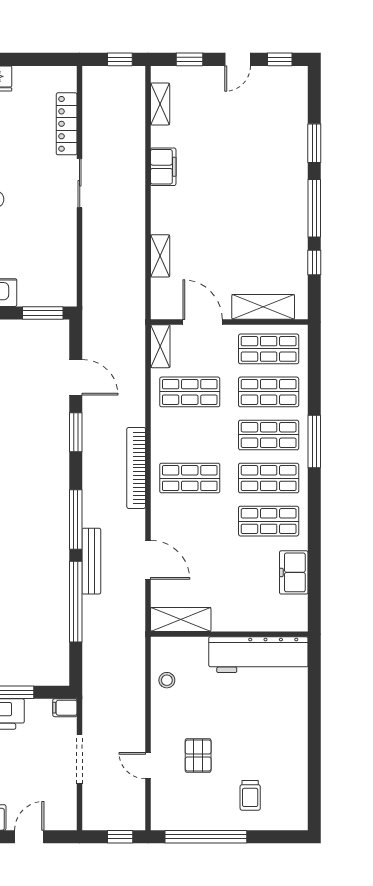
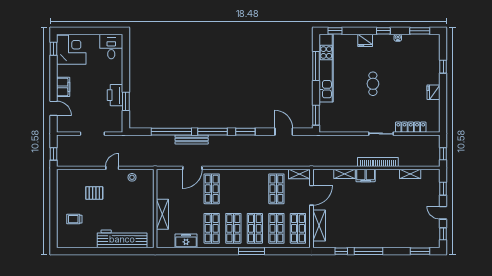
shelving: (160, 104) -> (410, 174), moved
window: (314, 143) -> (420, 251), moved
filing cabinet: (163, 167) -> (366, 175), moved
door: (76, 377) -> (284, 132), swing flipped
window: (76, 432) -> (245, 132), moved
bookcase: (136, 468) -> (378, 162), moved
shop shelf: (190, 478) -> (212, 189), moved
shelving: (181, 619) -> (162, 214), moved
workbench: (258, 655) -> (122, 239), moved, turned 90
filing cabinet: (65, 708) -> (118, 126), removed
door: (148, 766) -> (112, 168), moved
window: (206, 837) -> (54, 197), removed

